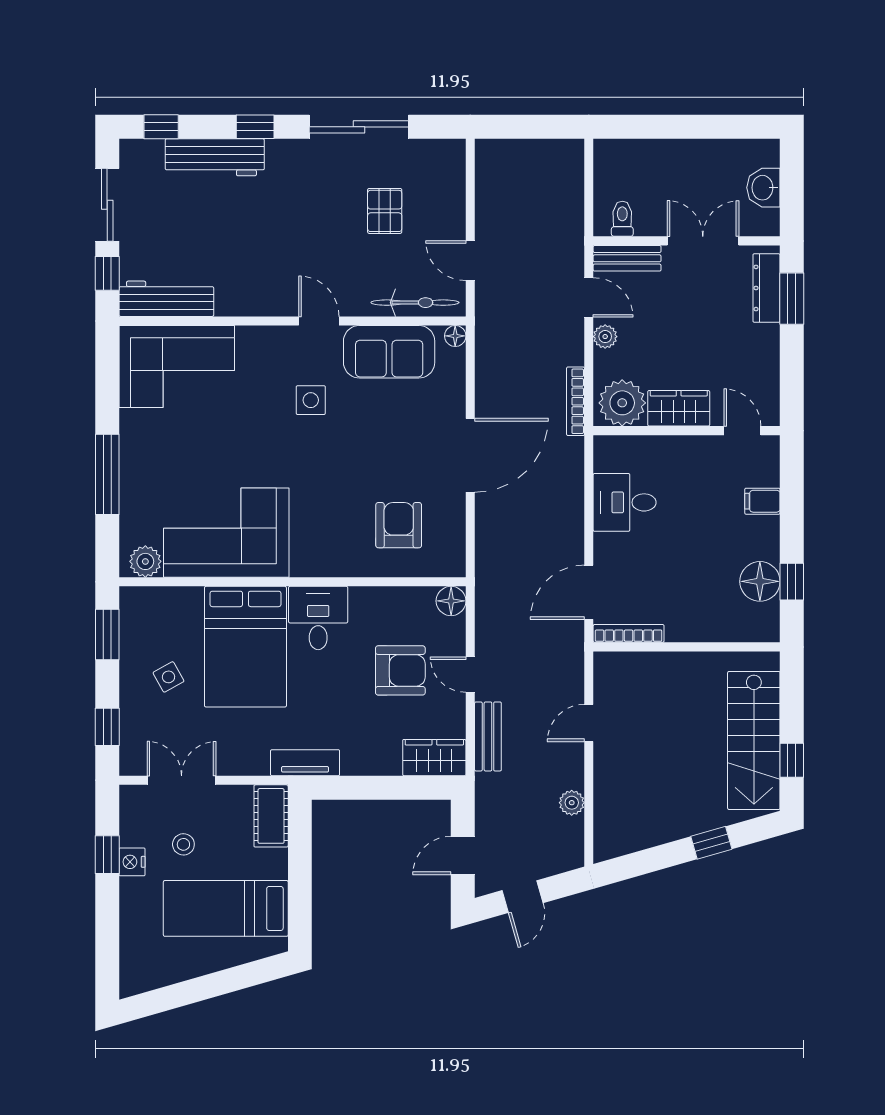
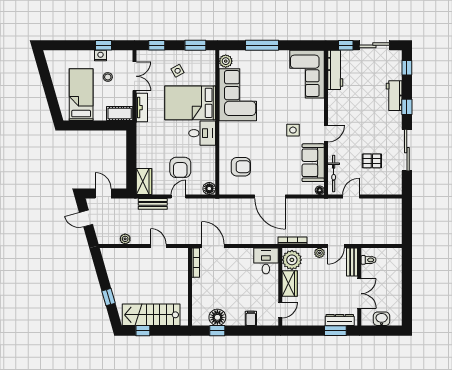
workbench: (215, 157) -> (394, 96), width x0.73
desk: (625, 502) -> (266, 261), moved
tv unit: (305, 763) -> (142, 108), moved

